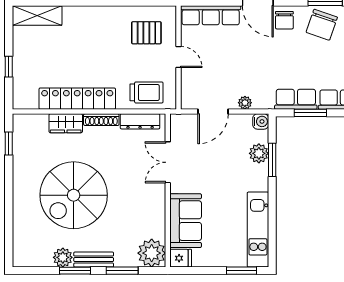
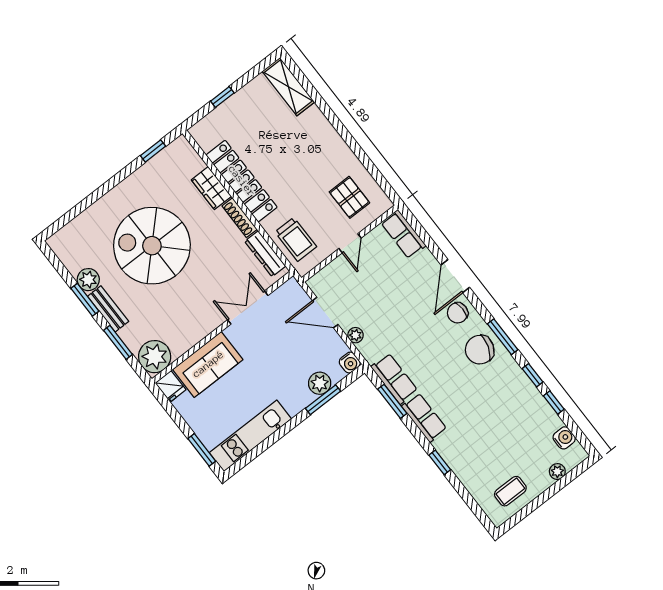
row of seats: (211, 15) -> (403, 234), width x0.68

